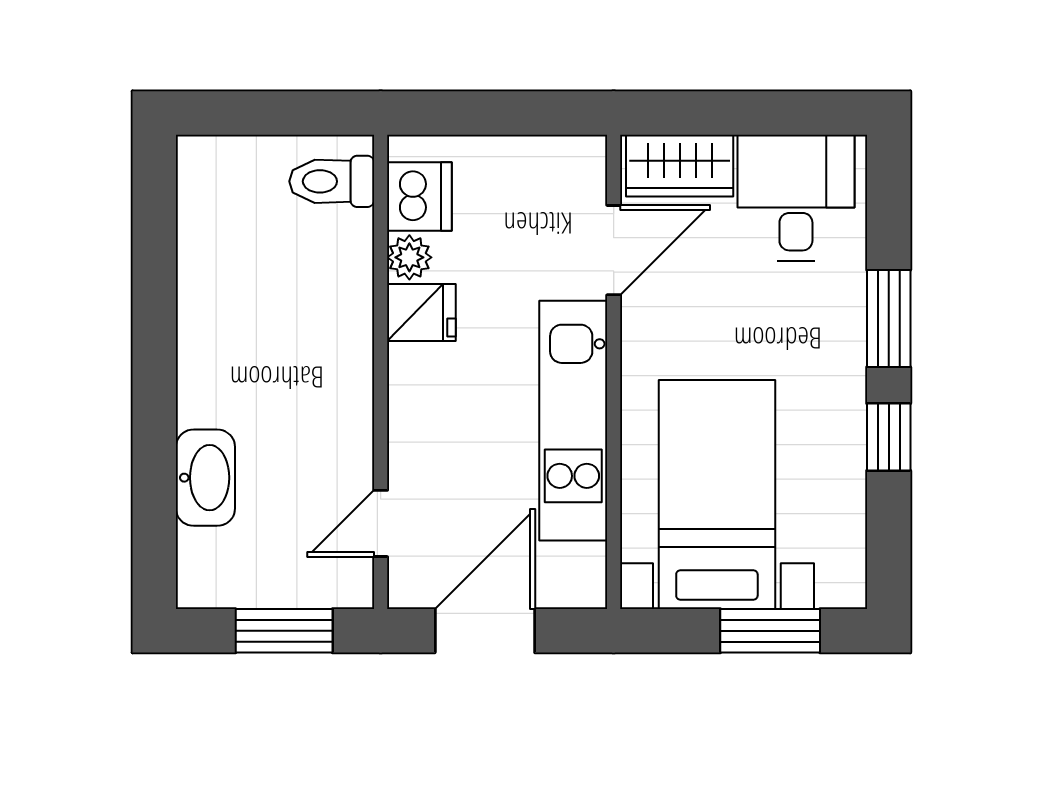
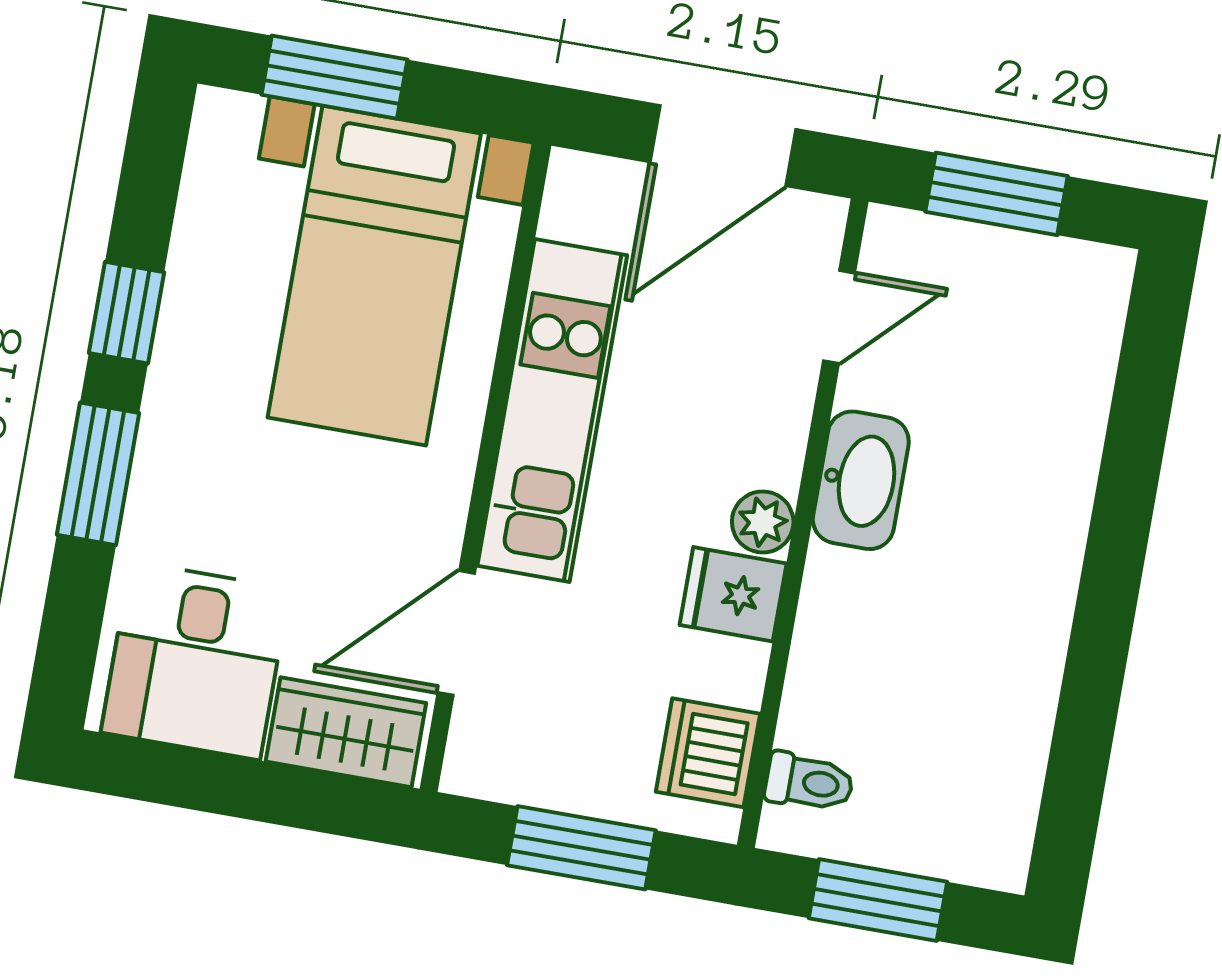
window: (280, 113) -> (878, 900), added
window: (498, 113) -> (581, 848), added
toilet: (332, 181) -> (809, 782), width x0.73, depth x0.72
plant: (409, 257) -> (763, 522), moved
washbasin: (205, 478) -> (861, 480), moved, turned 180

